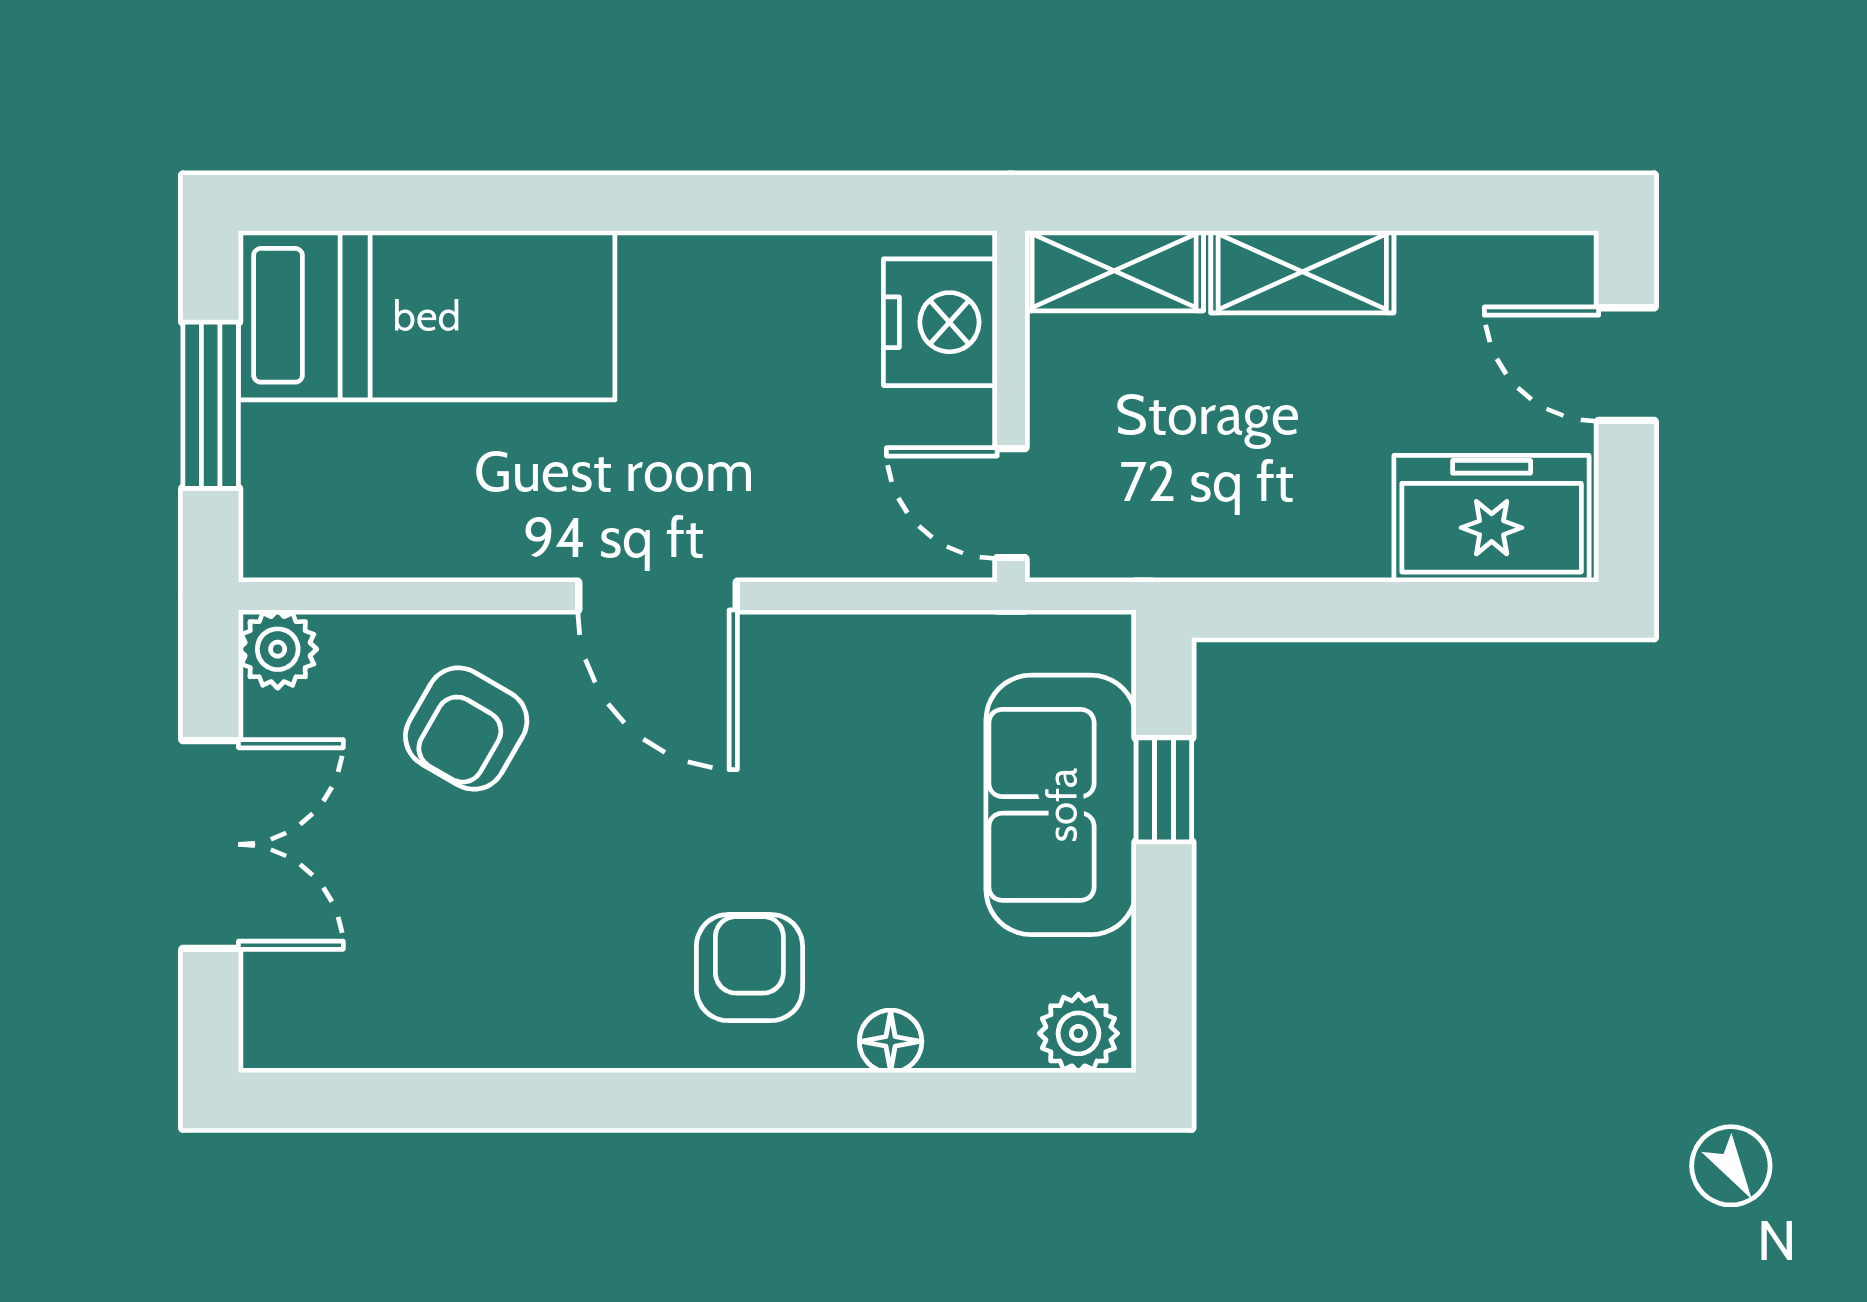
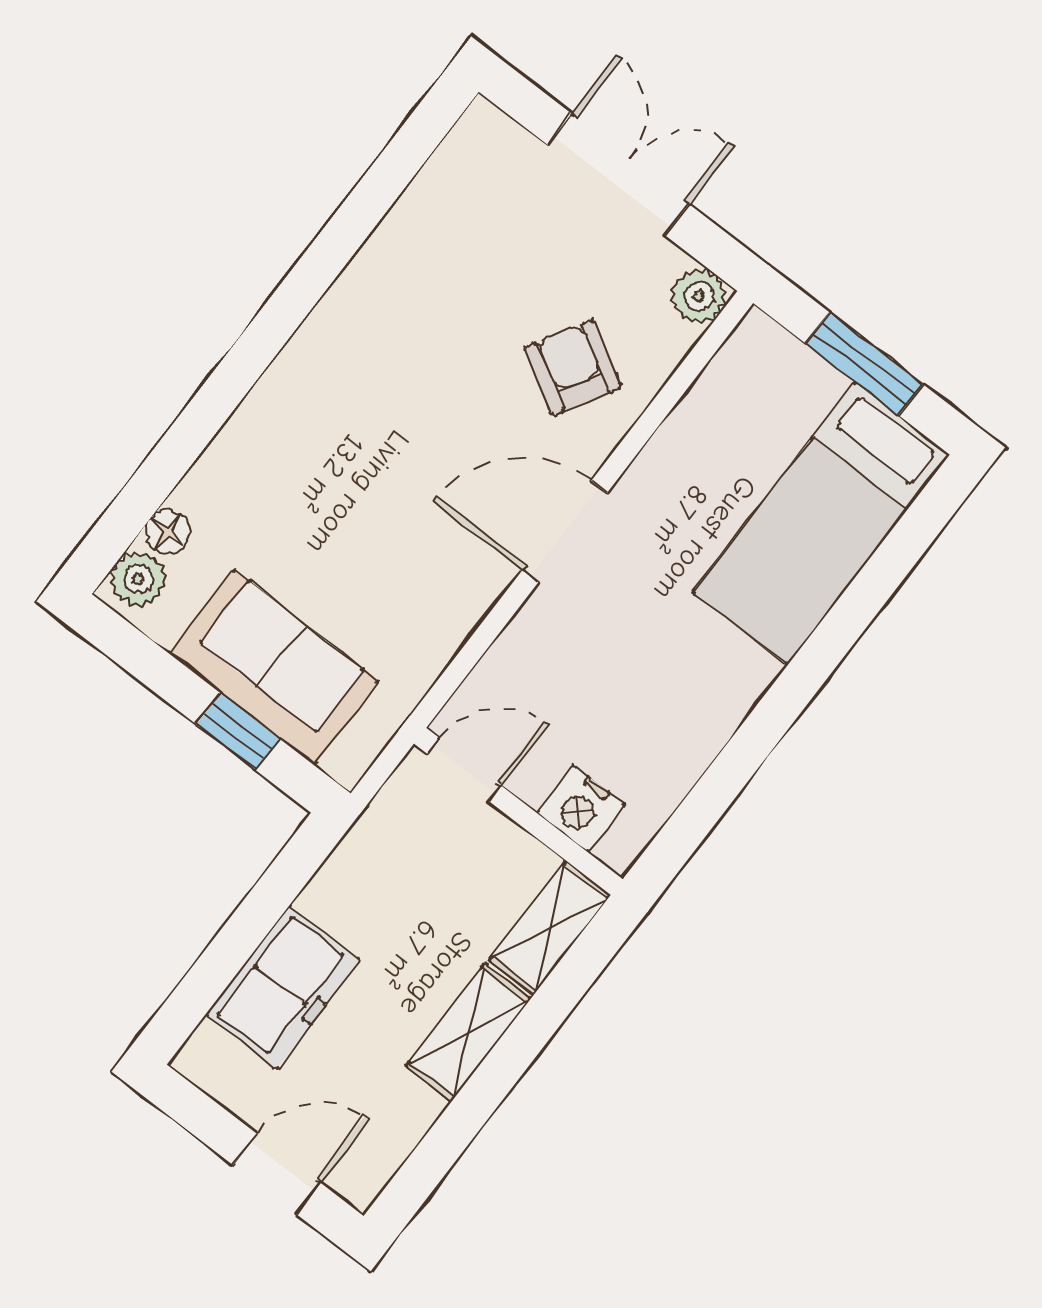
nightstand: (940, 322) -> (581, 809), width x0.74, depth x0.75
freezer: (1492, 519) -> (283, 987), moved
double door: (211, 844) -> (618, 174), swing flipped
armchair: (749, 968) -> (317, 423), removed
floor lamp: (891, 1041) -> (168, 532), moved

